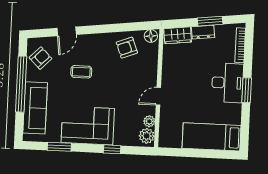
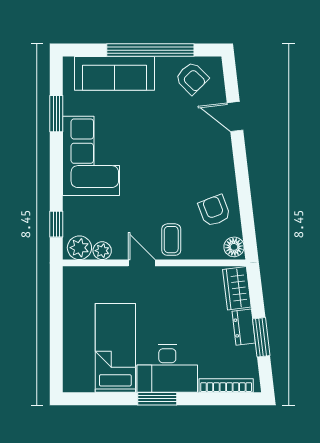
coffee table: (81, 72) -> (171, 240), moved
bed: (211, 137) -> (115, 348), moved
window: (112, 149) -> (56, 224), moved

